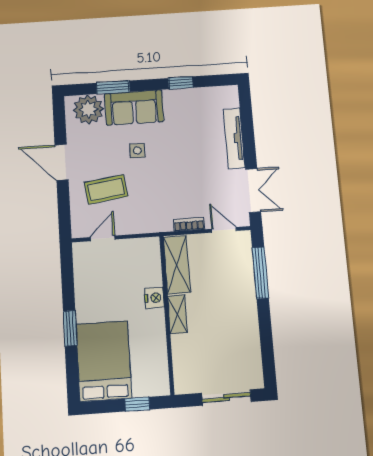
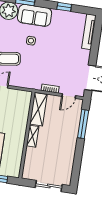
tv unit: (234, 138) -> (89, 32), moved
door: (224, 230) -> (69, 96), swing flipped
nightstand: (154, 298) -> (22, 124), removed

